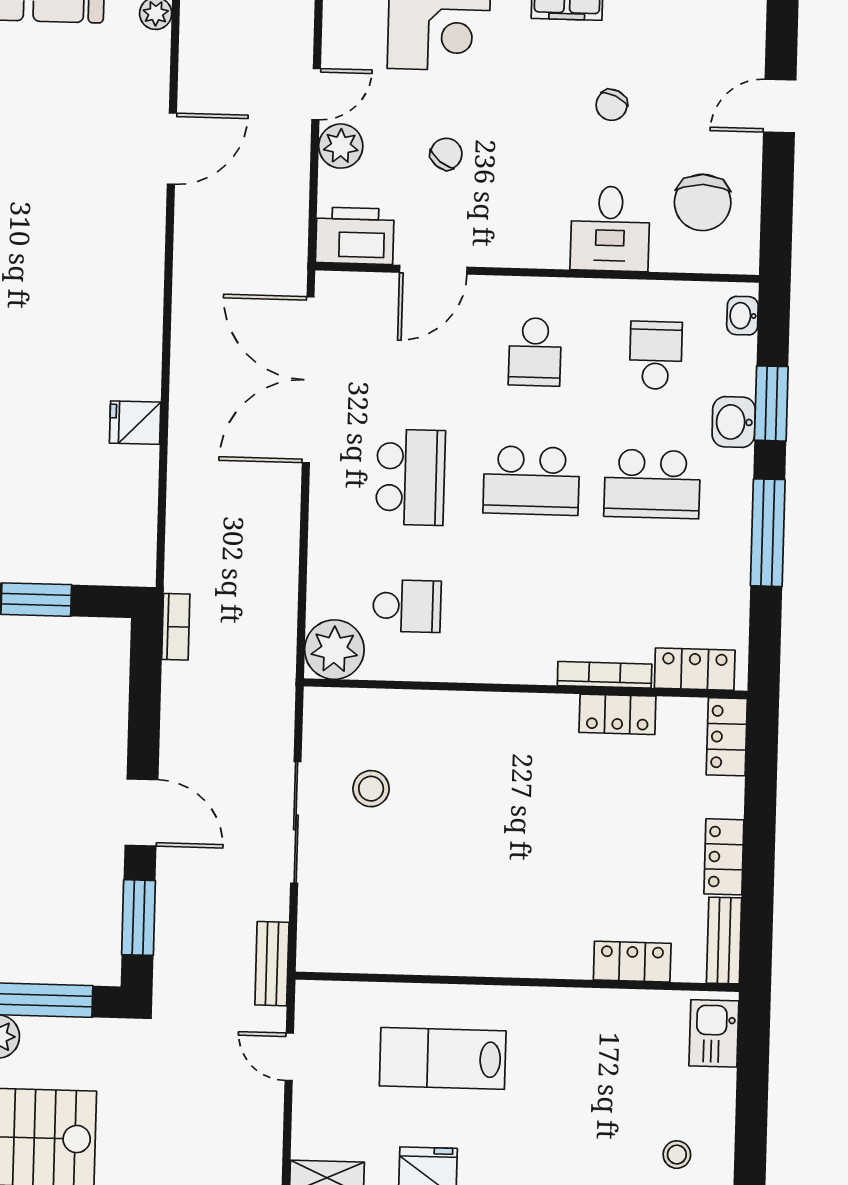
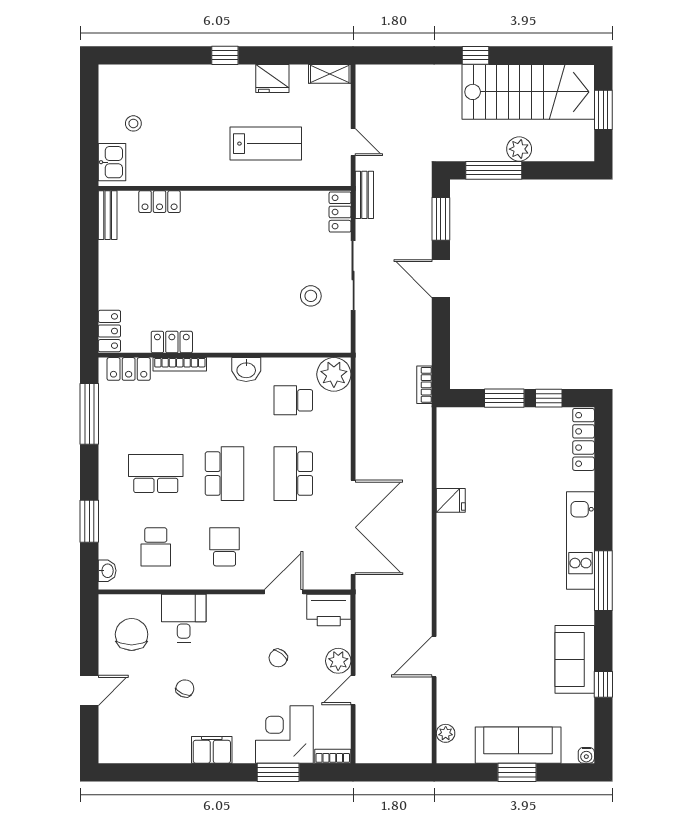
washbasin: (734, 422) -> (246, 370), moved, turned 90
school desk: (531, 481) -> (225, 474), turned 90
window: (768, 533) -> (89, 414), moved
locker: (724, 857) -> (340, 212), moved, turned 180
stool: (677, 1155) -> (133, 123), moved

